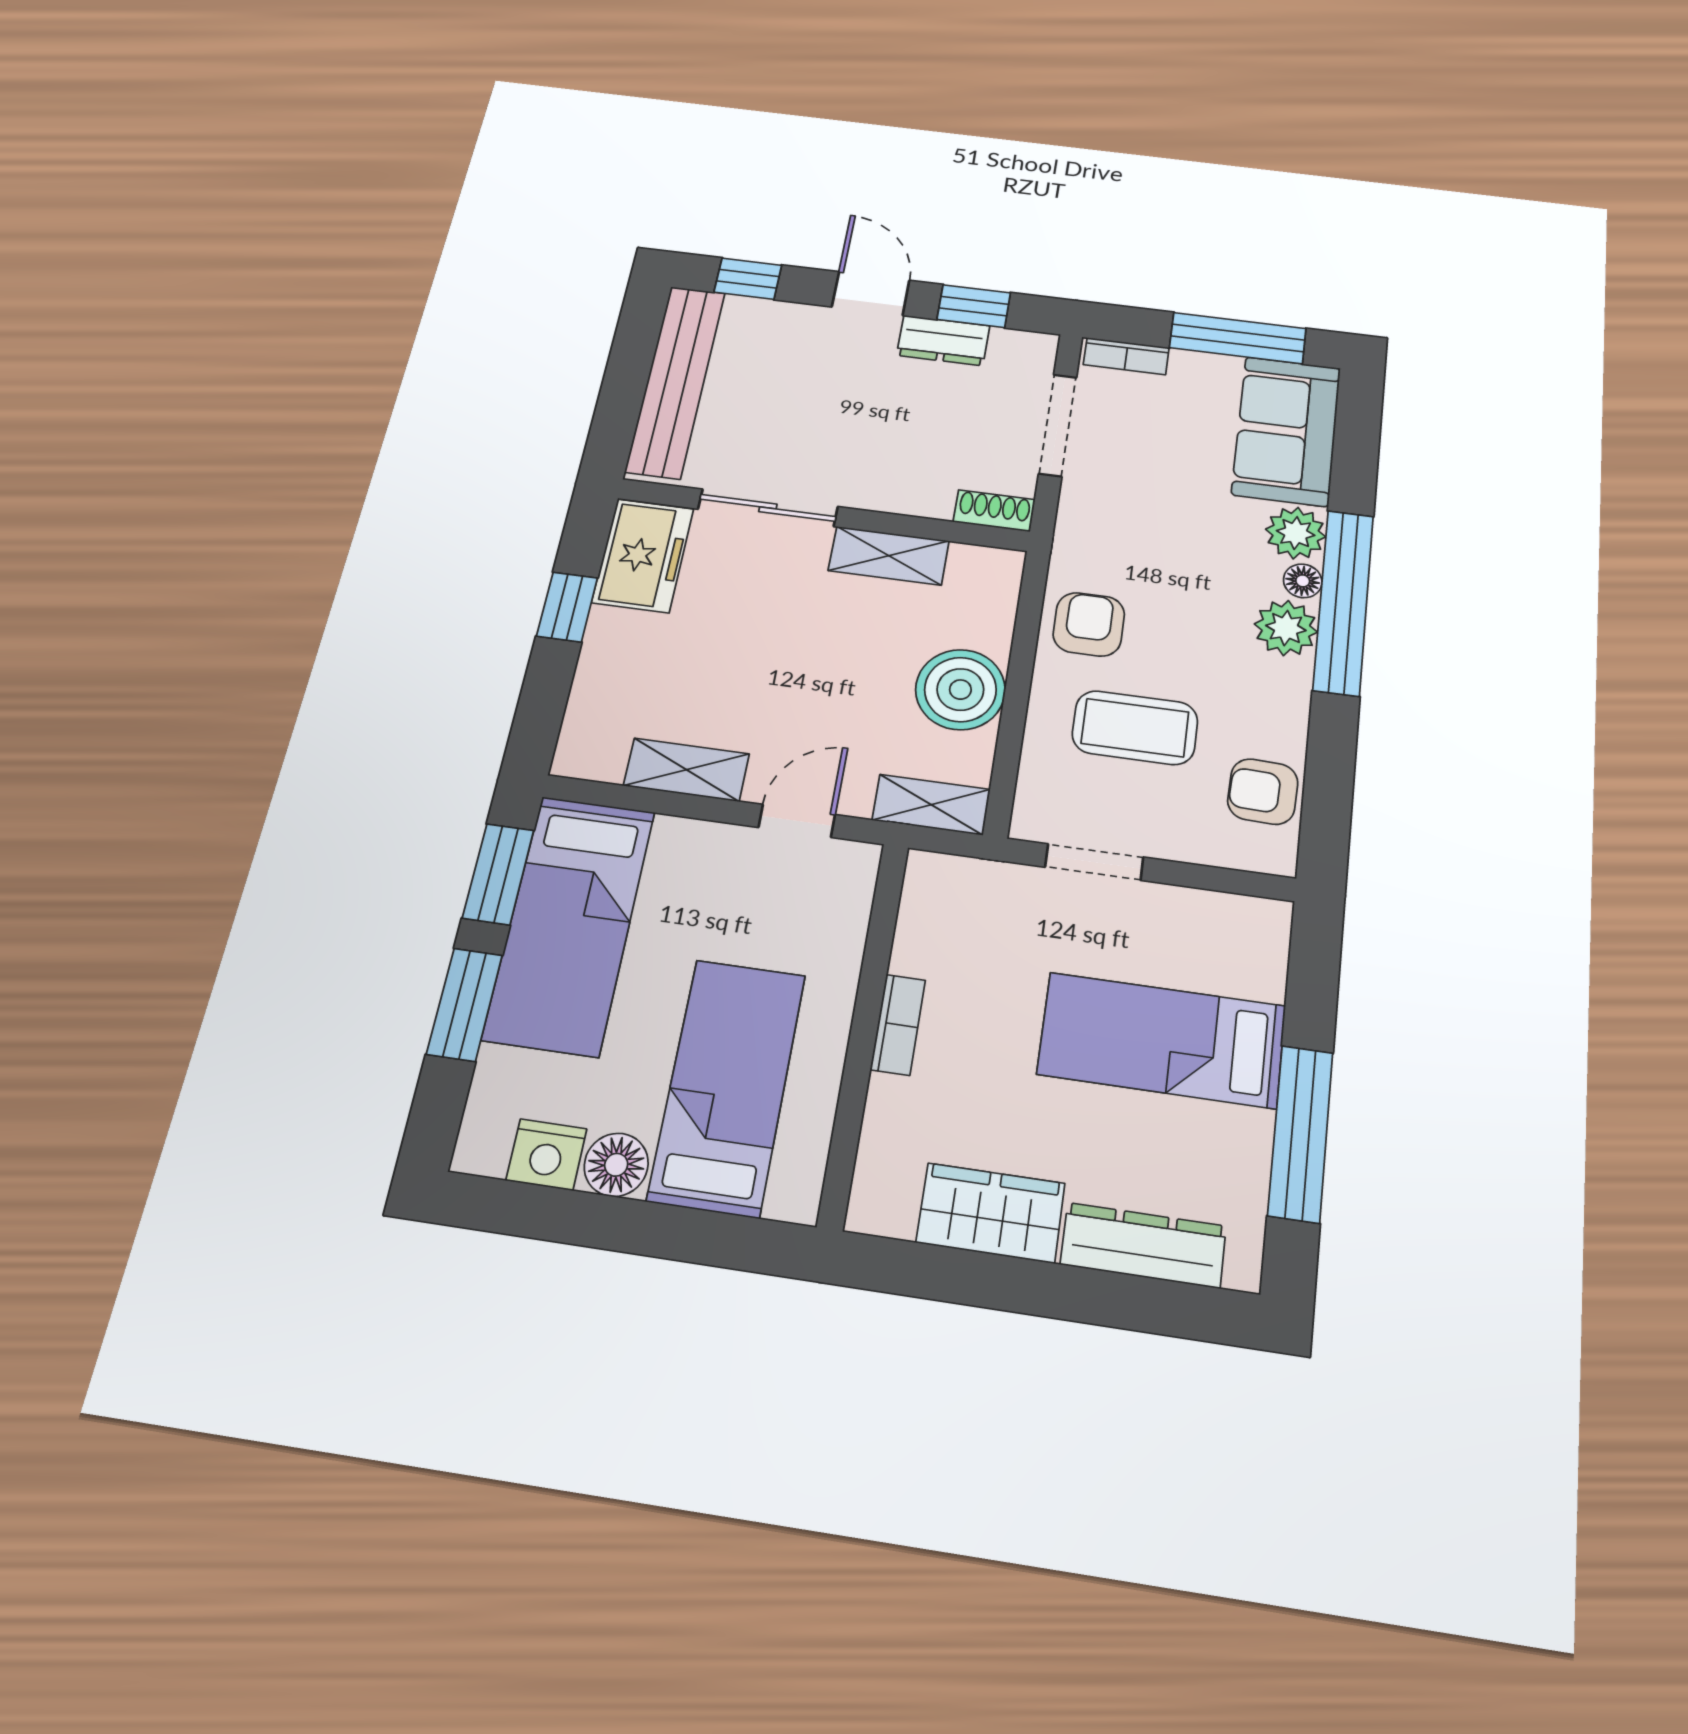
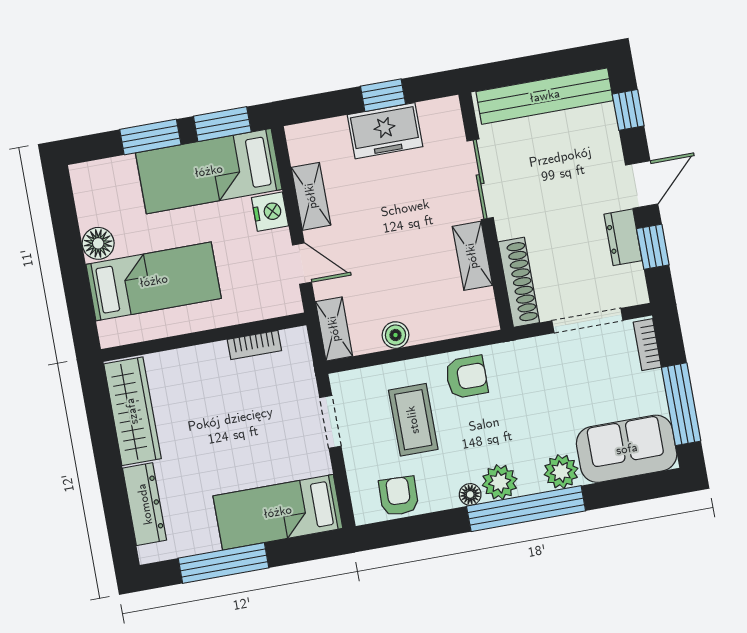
shoe rack: (994, 511) -> (519, 282), width x1.94, depth x1.24
freezer: (643, 555) -> (385, 131), moved
floor lamp: (1303, 581) -> (470, 494), moved
boiler: (960, 690) -> (395, 335), width x0.54, depth x0.54
bookcase: (898, 1025) -> (254, 345), moved
bed: (1162, 1040) -> (278, 512), moved, turned -90
nightstand: (546, 1155) -> (270, 212), moved, turned 180
wardrobe: (991, 1213) -> (132, 411), width x1.50

